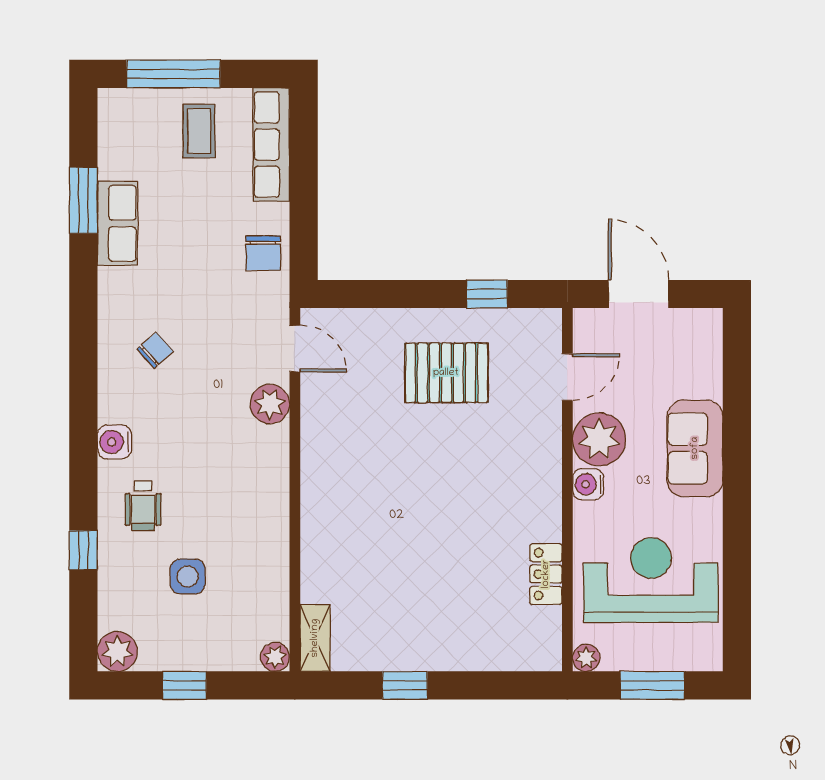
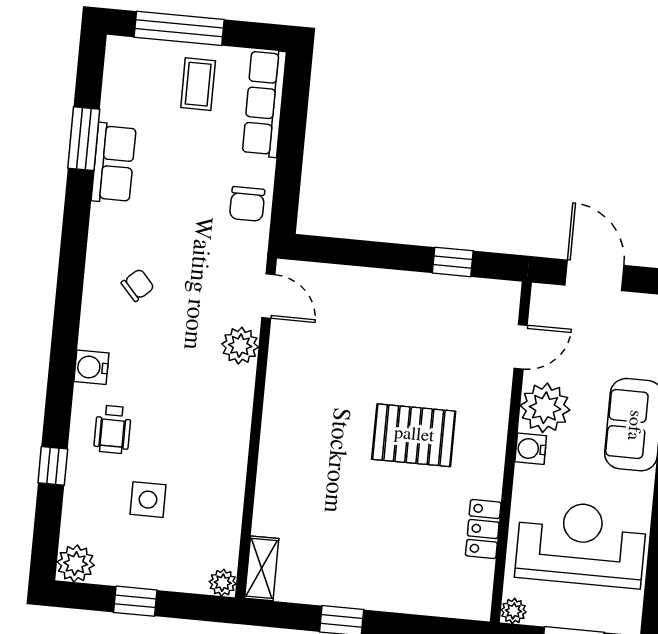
pallet: (446, 373) -> (414, 435), moved

